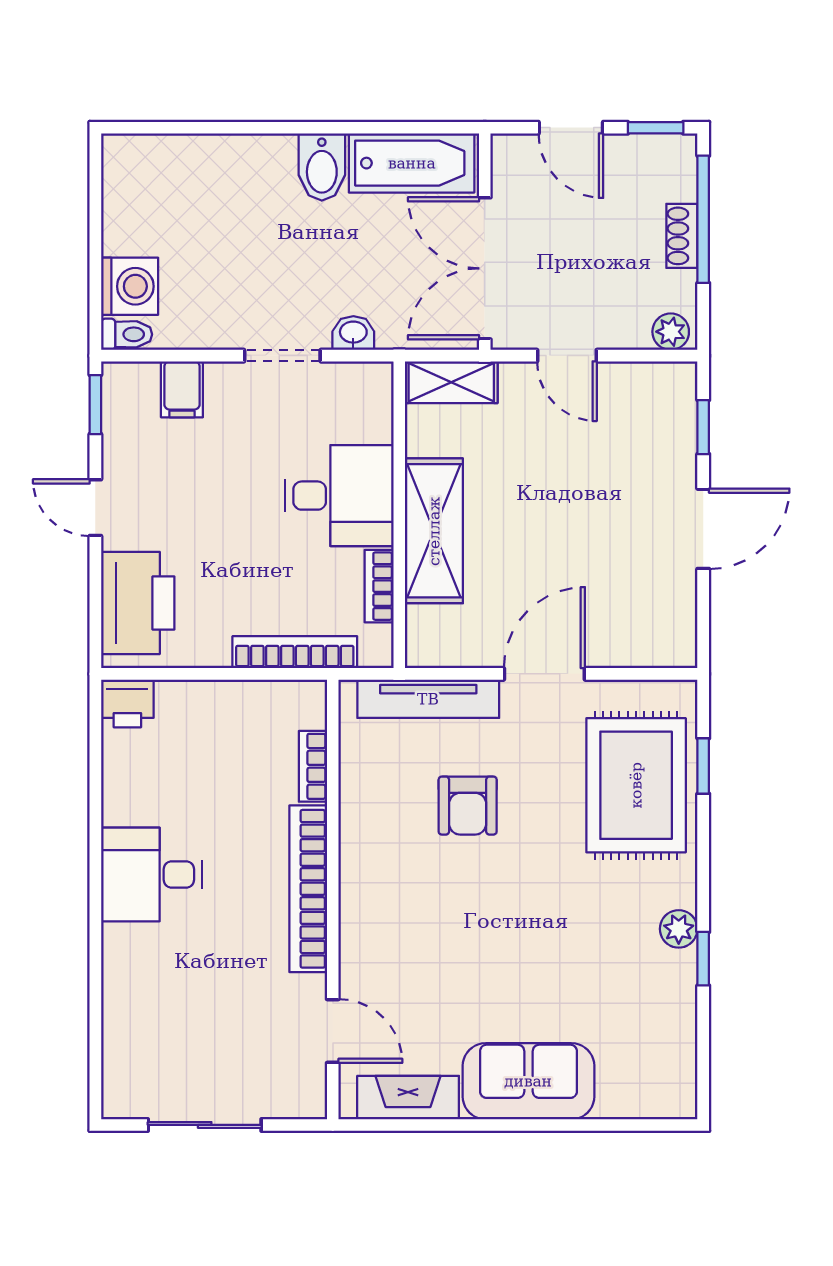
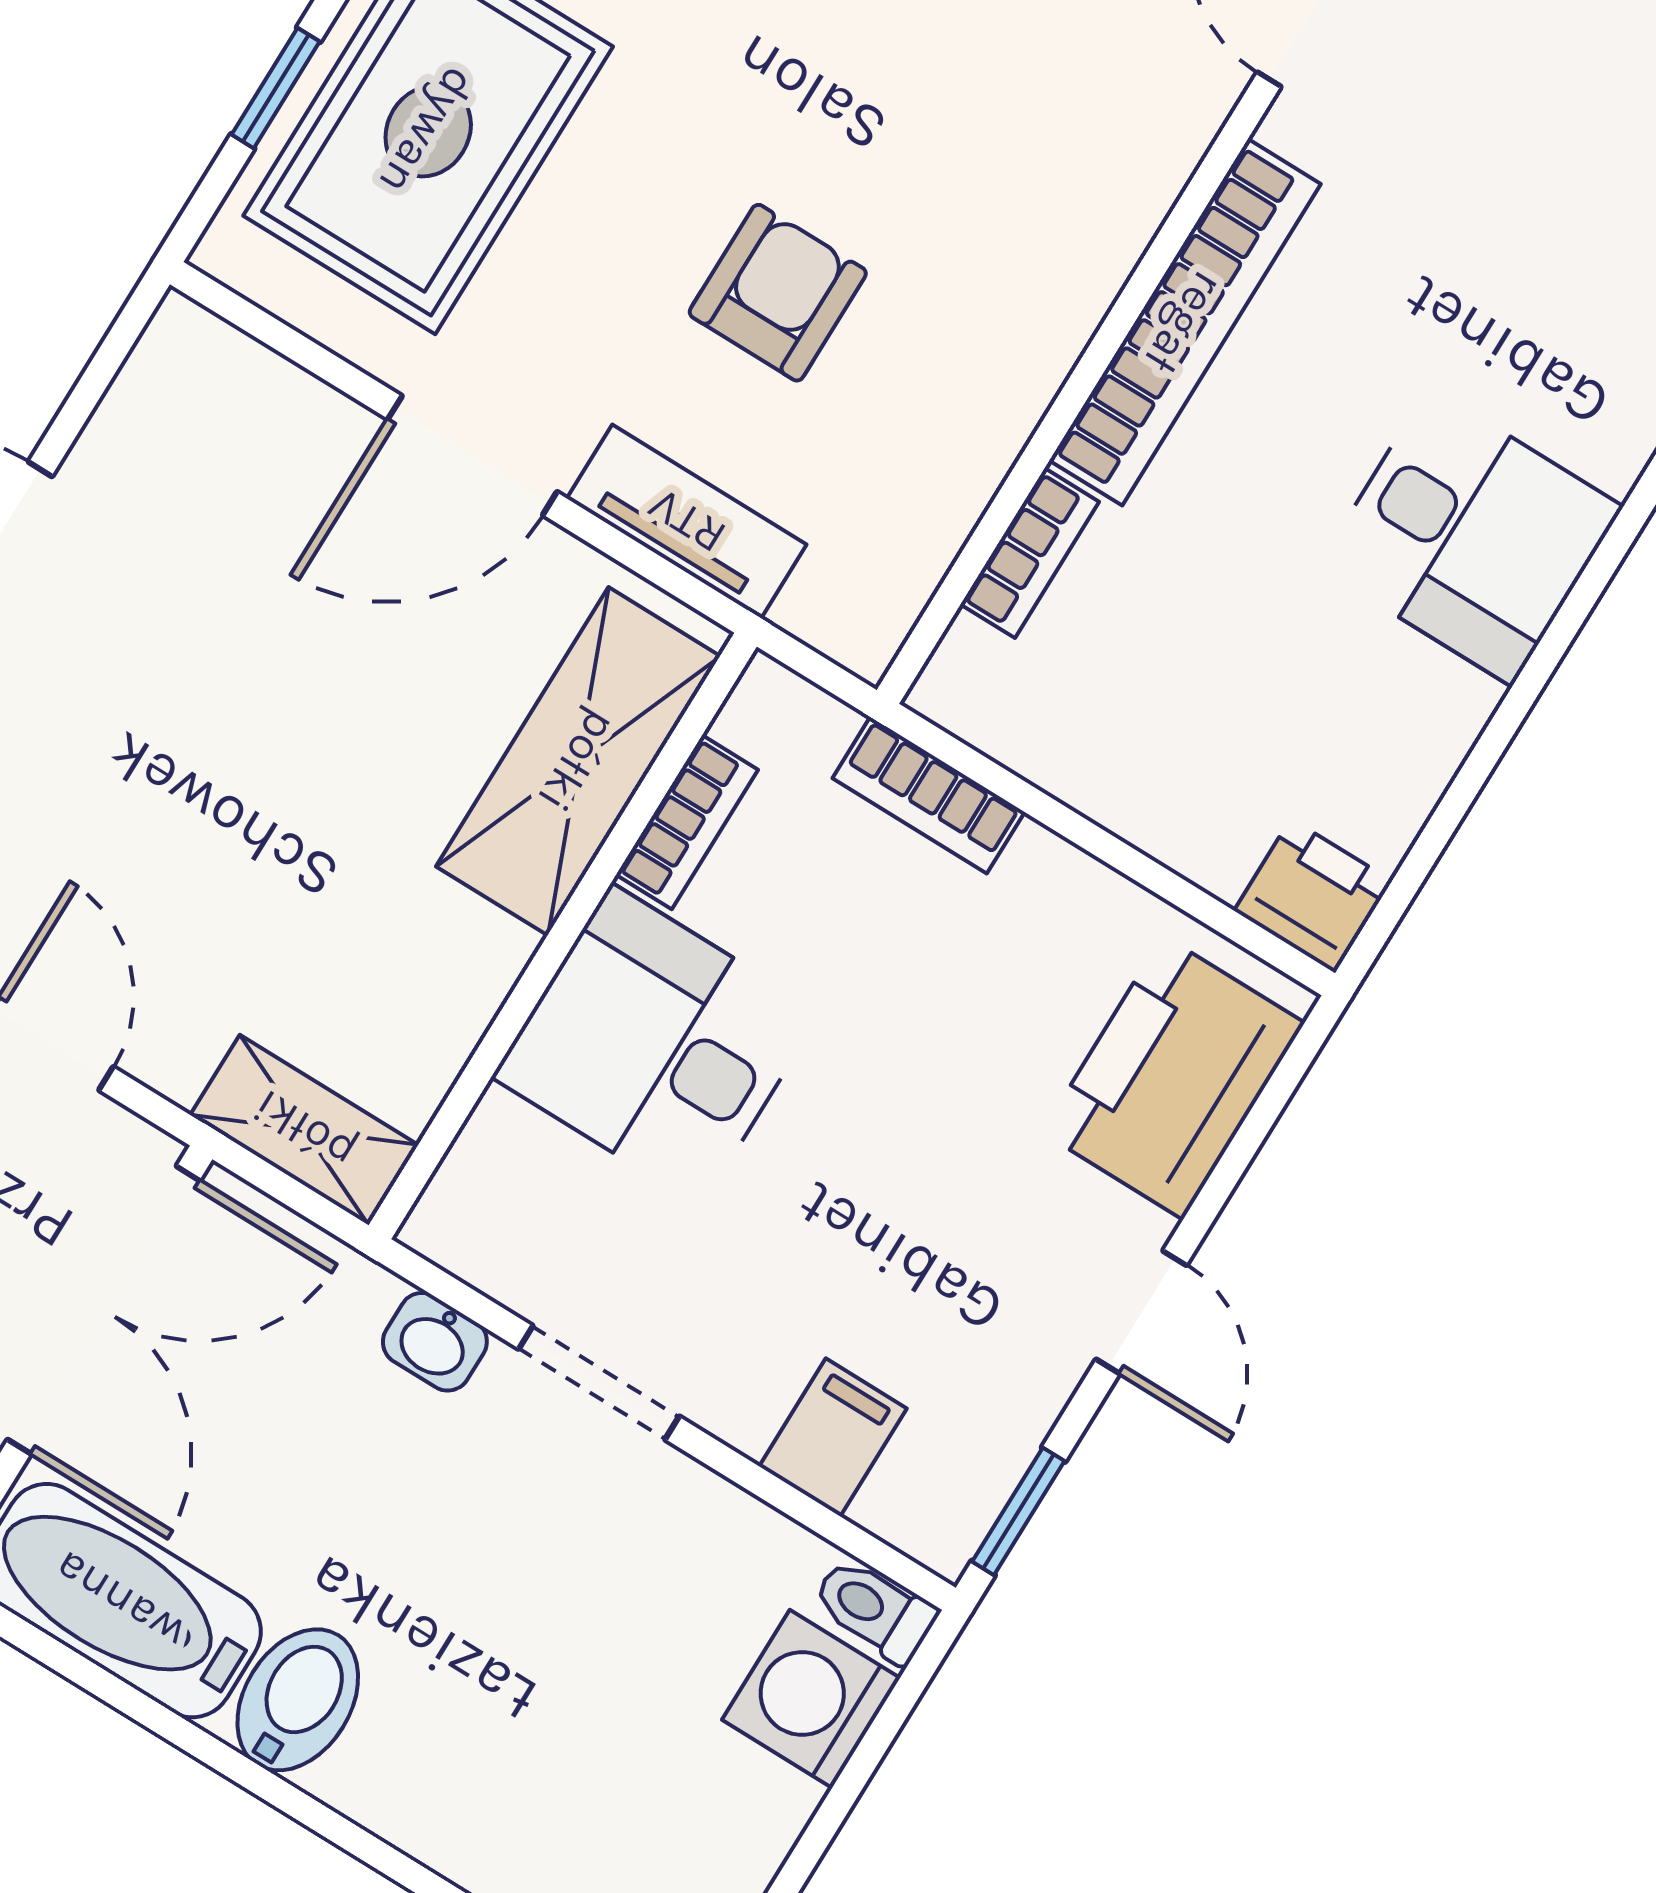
shelving: (434, 531) -> (578, 761), moved
bookcase: (295, 652) -> (929, 795), width x0.64
tv unit: (428, 699) -> (687, 521), width x0.71

